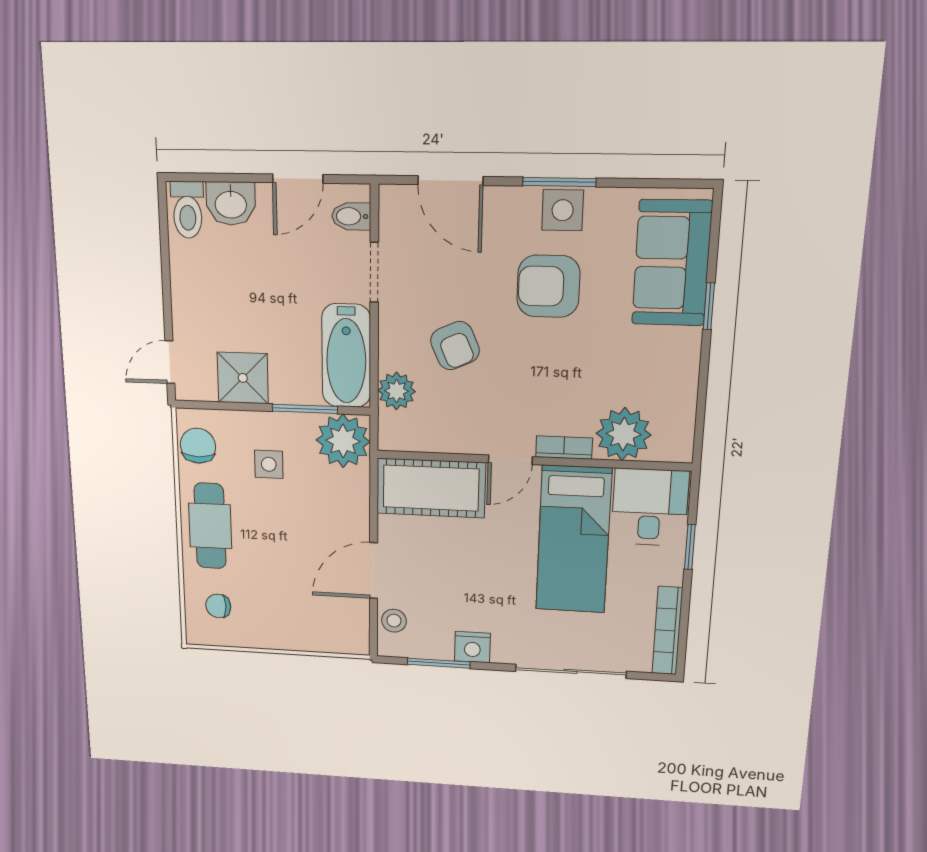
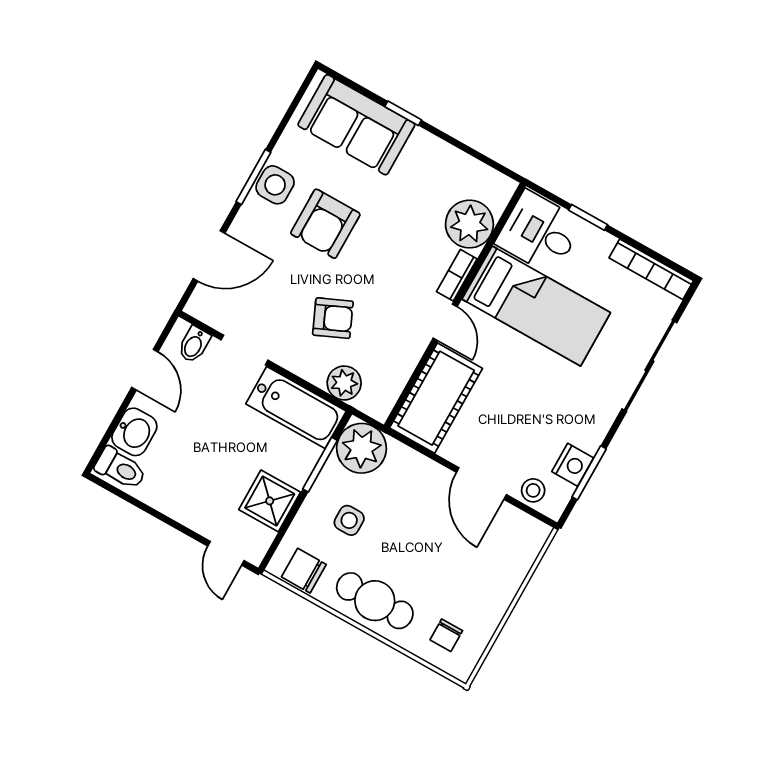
nightstand: (472, 647) -> (573, 465), moved

